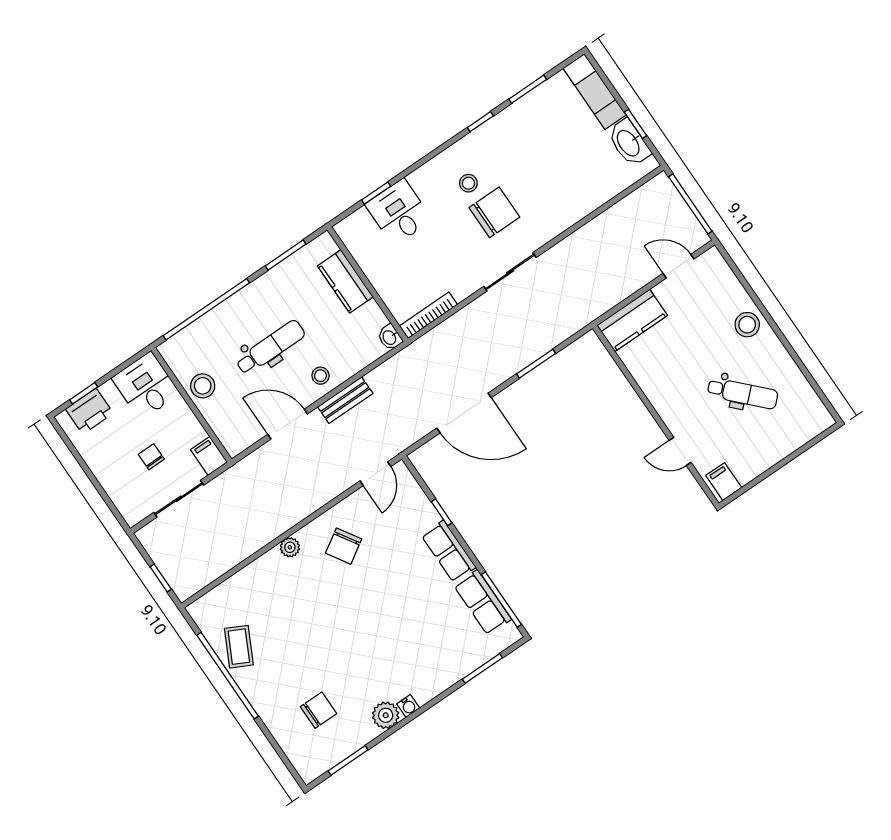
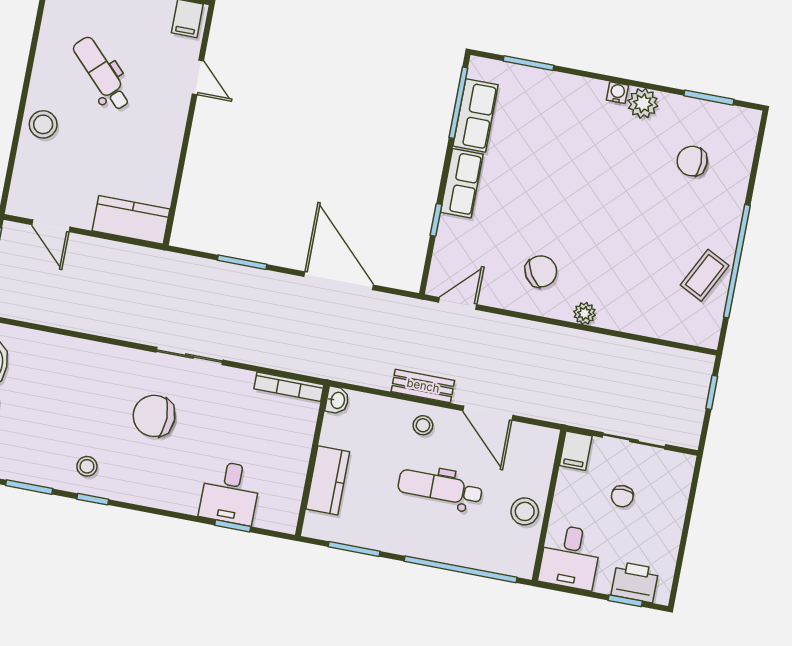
stool: (468, 183) -> (87, 466), moved

